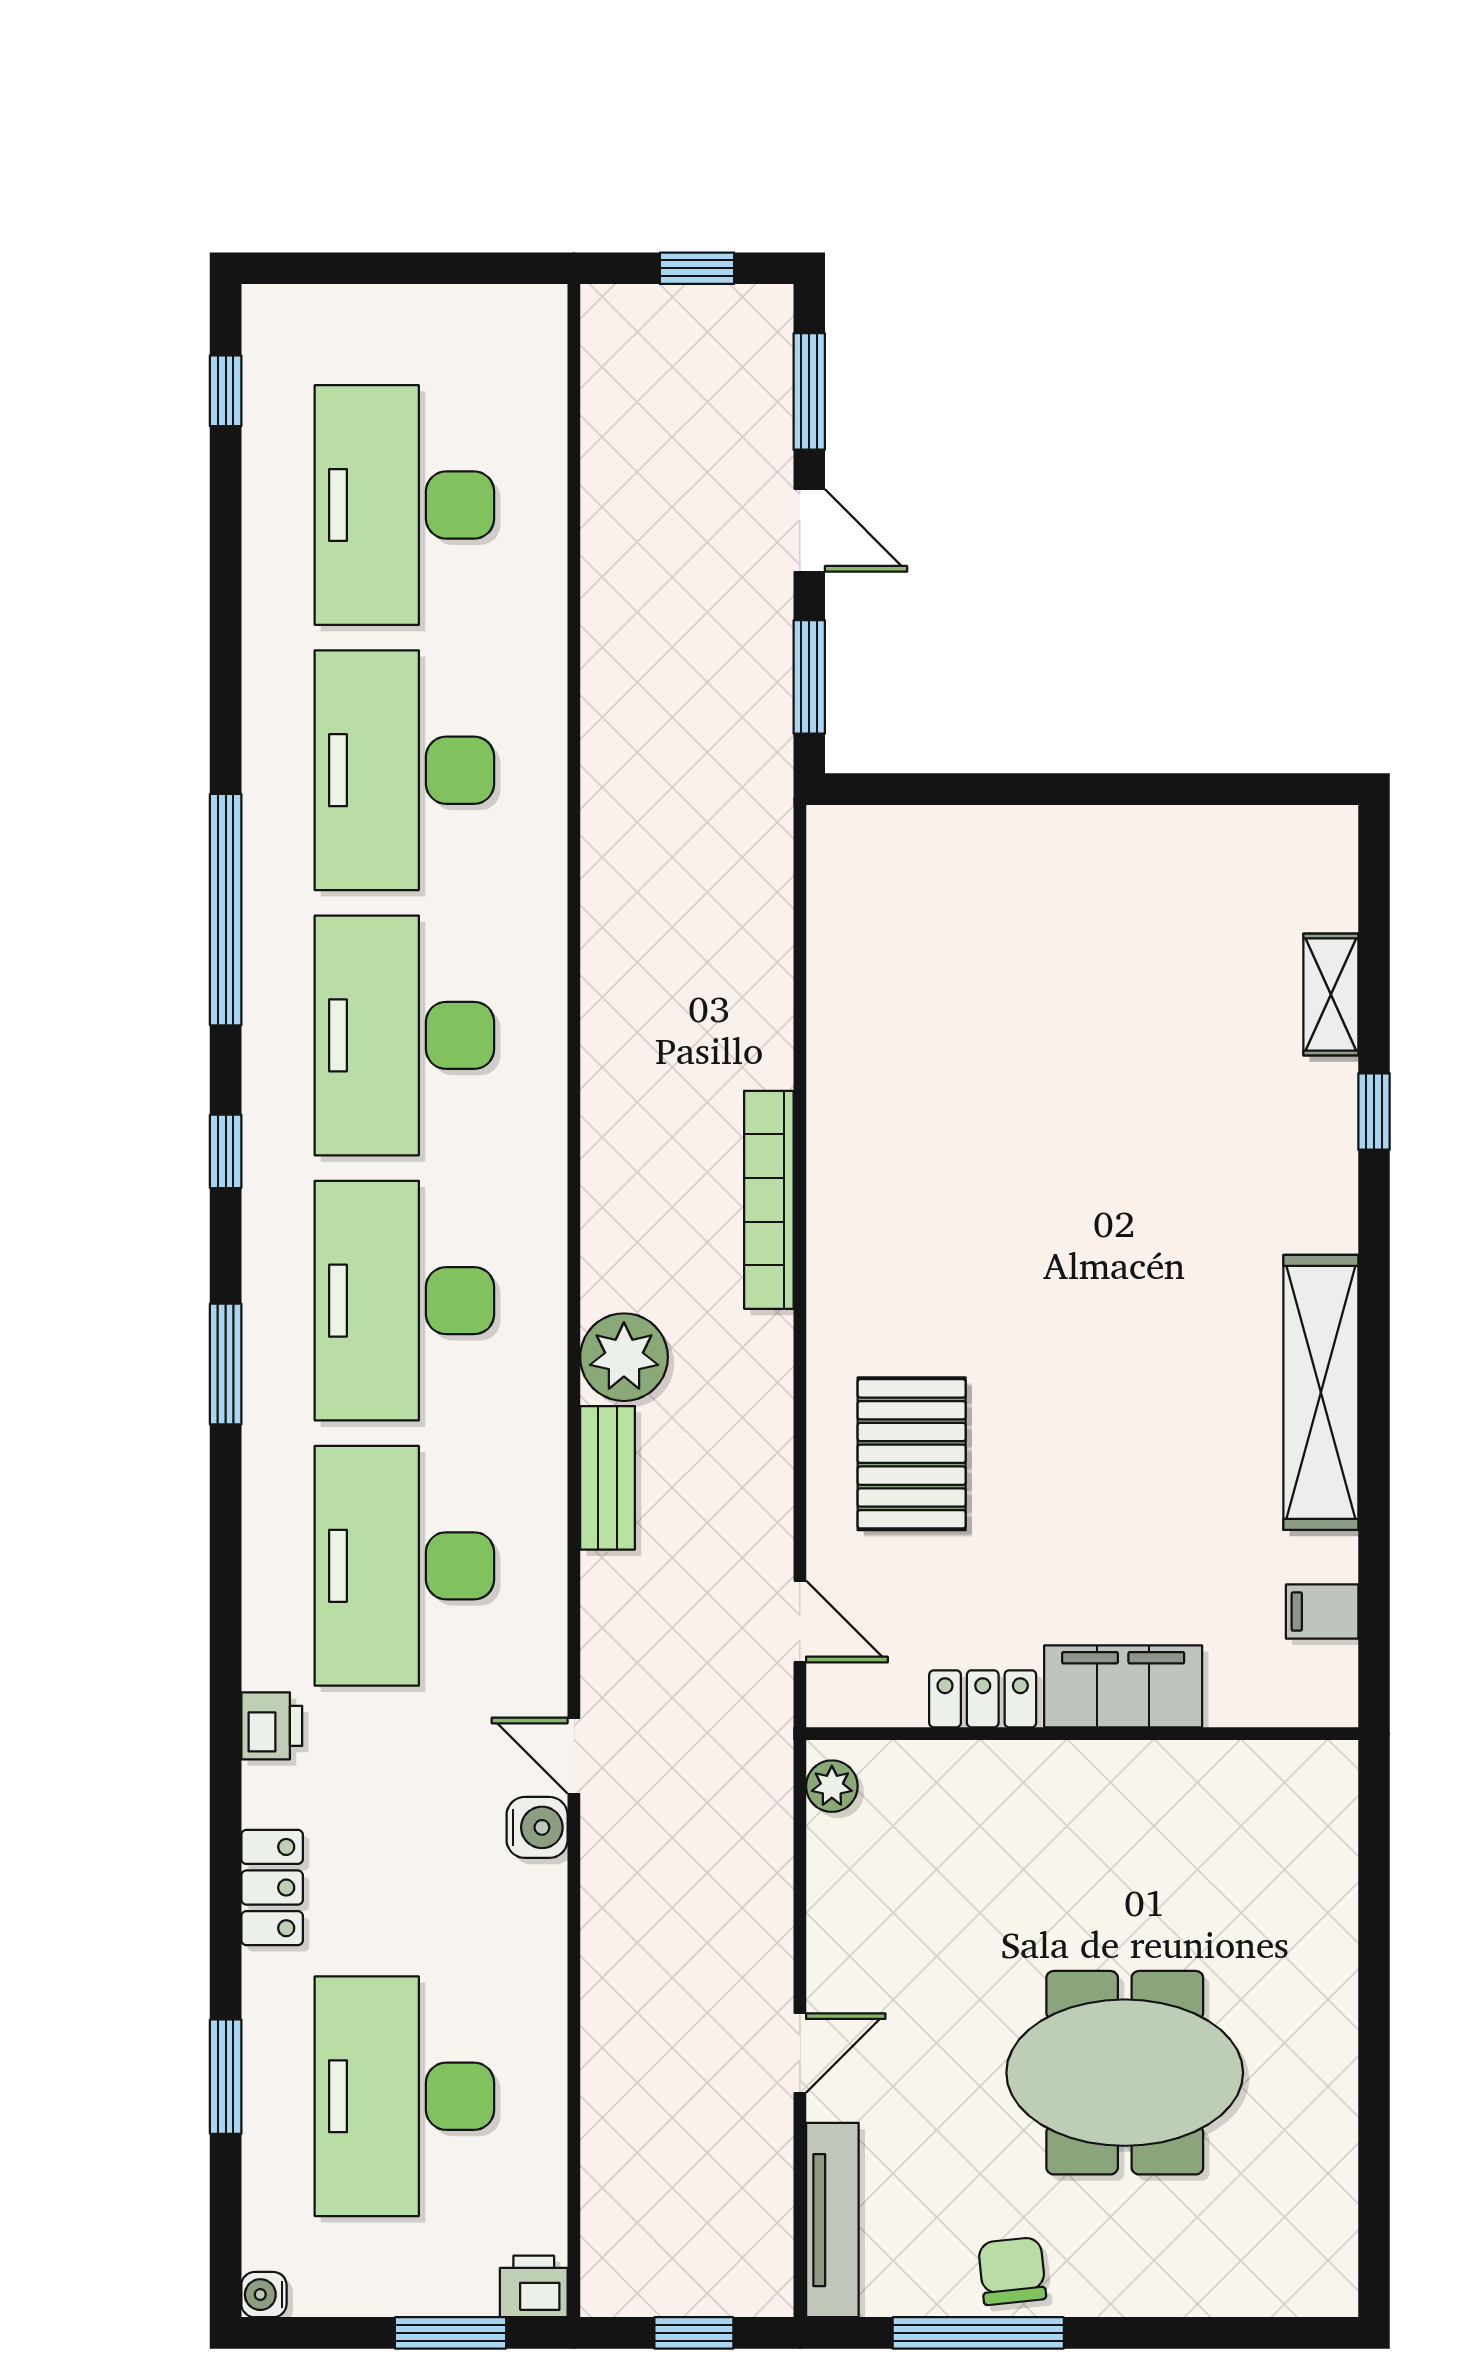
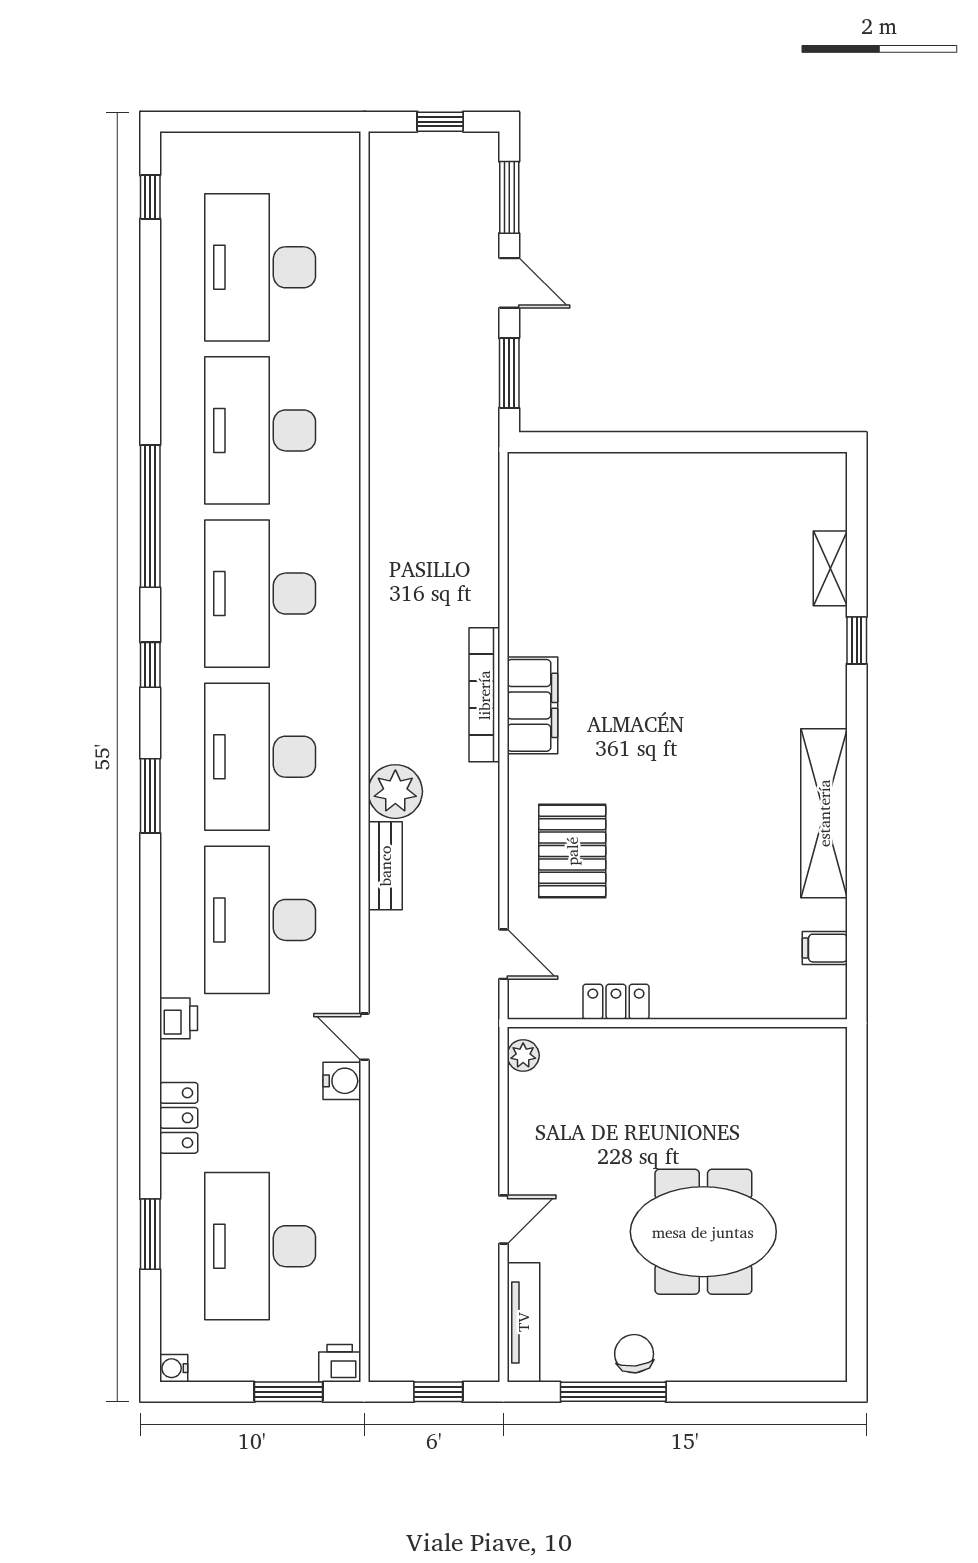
filing cabinet: (1123, 1686) -> (532, 705), moved, turned 90

